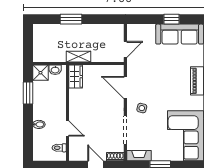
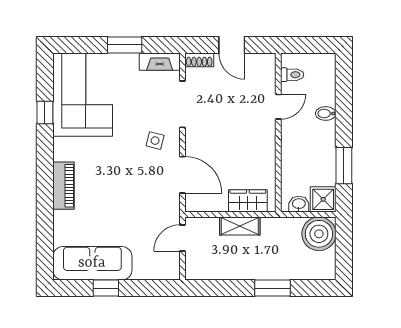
boiler: (43, 52) -> (319, 234), added
shelving: (78, 57) -> (240, 226), moved
wardrobe: (76, 77) -> (248, 201), moved, turned 90
door: (67, 129) -> (278, 107), swing flipped

